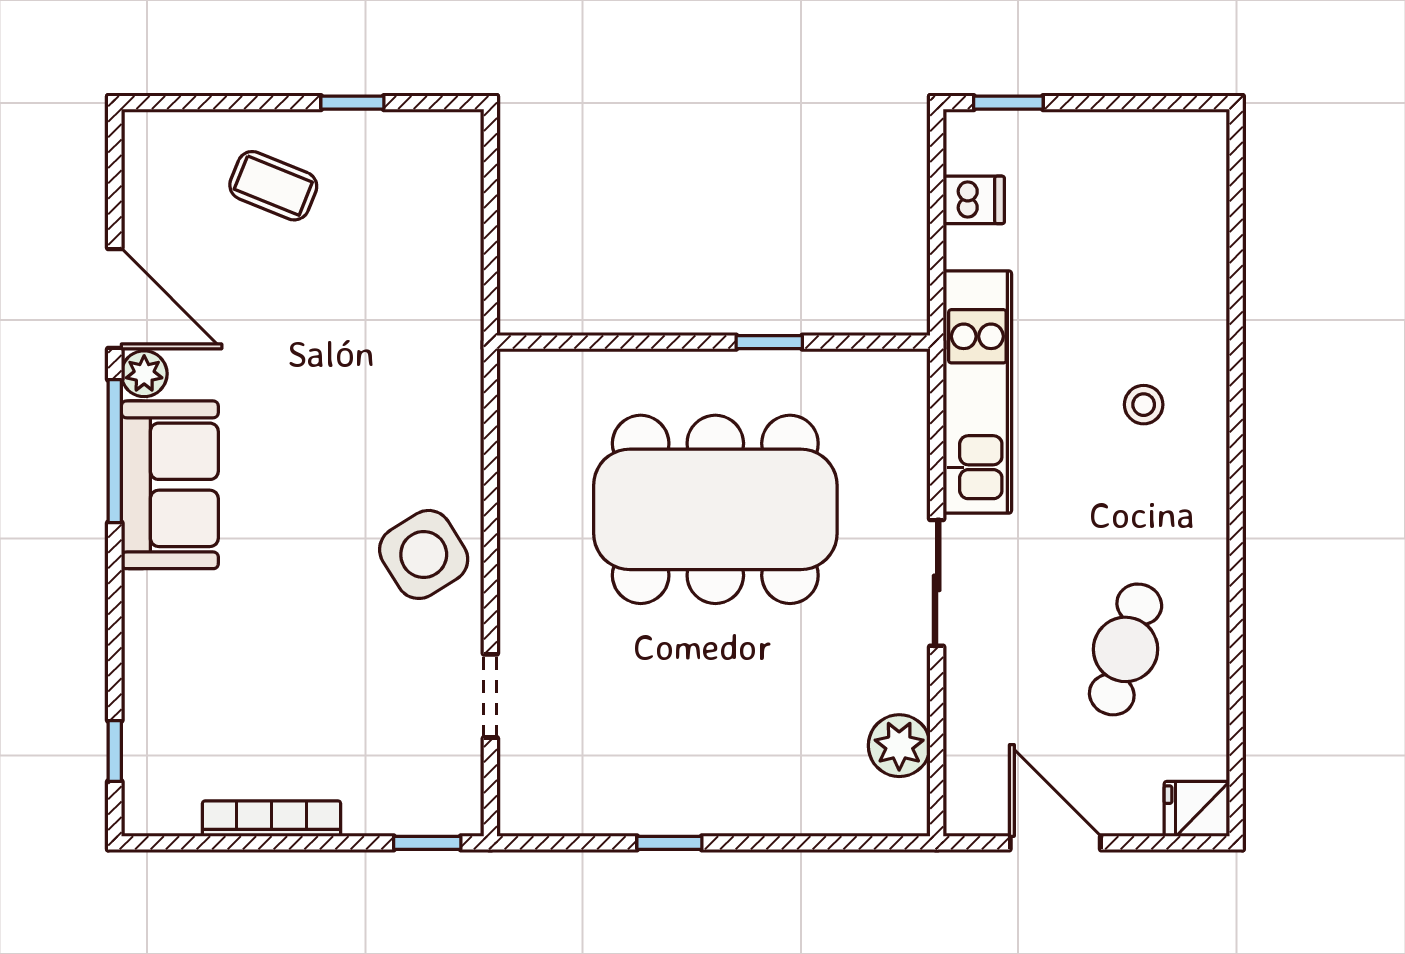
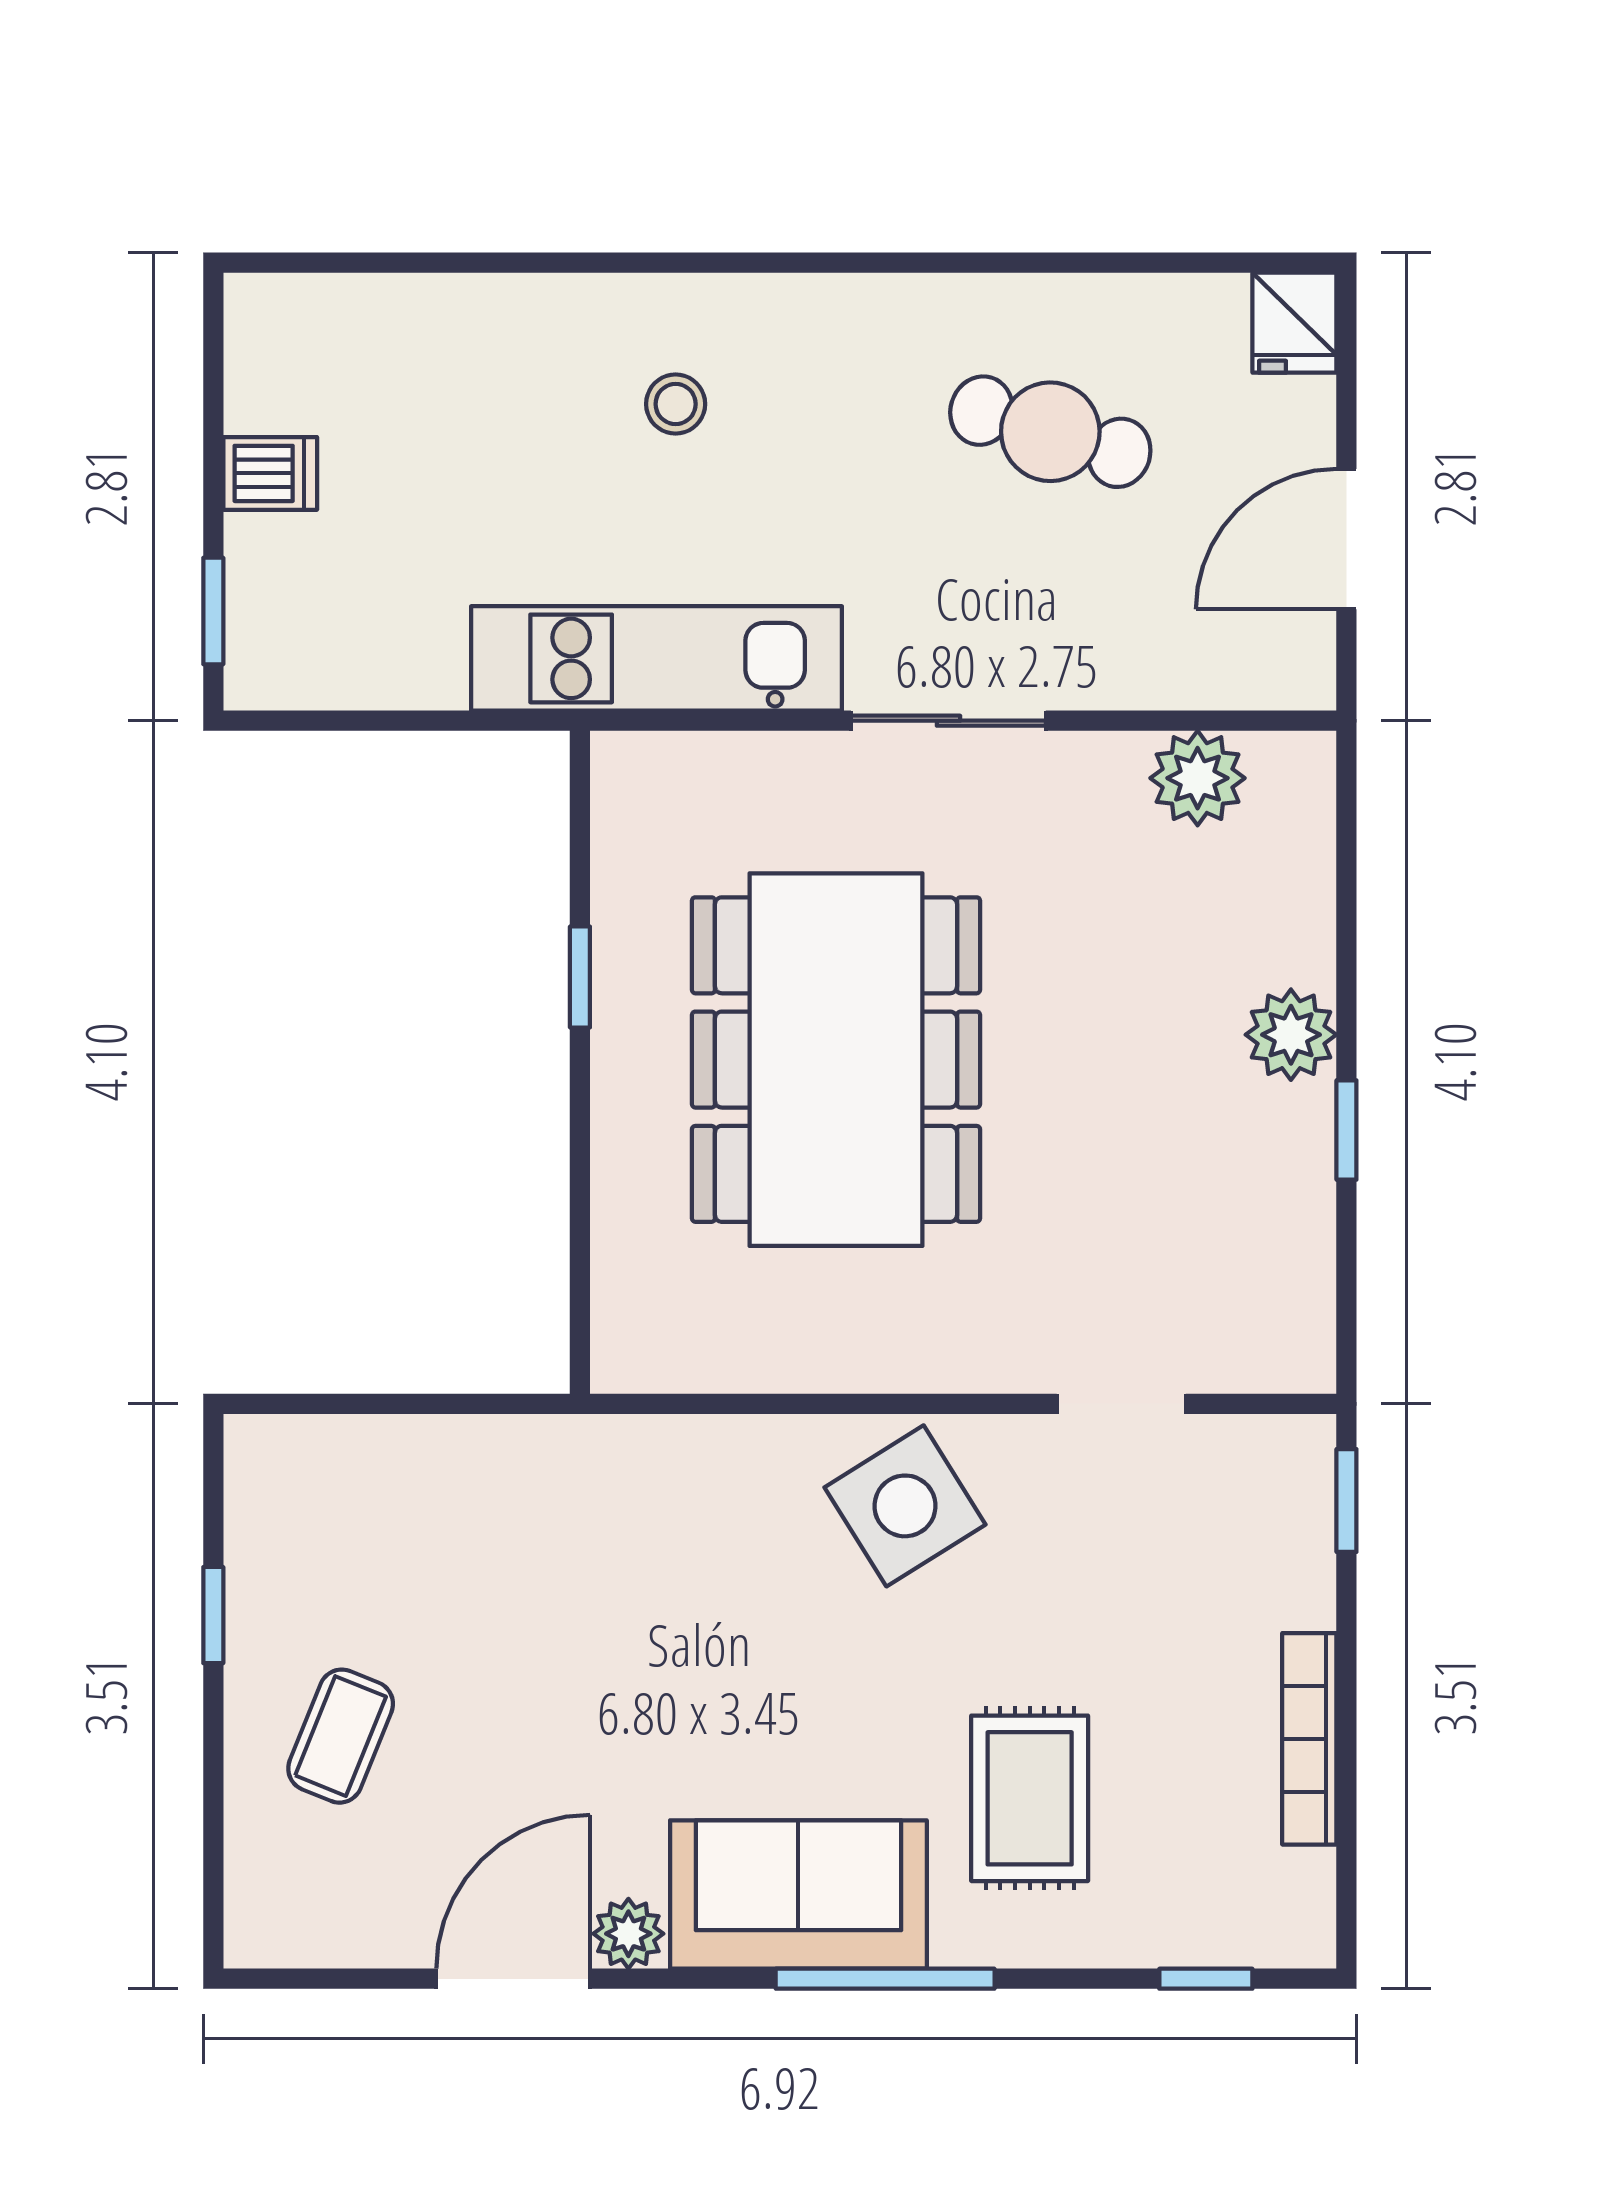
dishwasher: (974, 200) -> (270, 473), moved, turned 90
window: (115, 451) -> (885, 1979), moved
rug: (233, 636) -> (1030, 1798), added
plant: (732, 807) -> (1291, 1035), added

